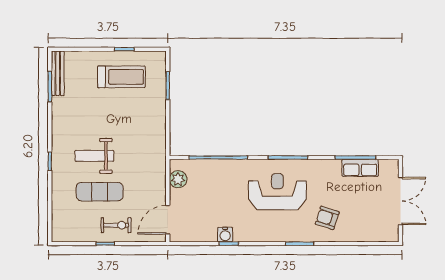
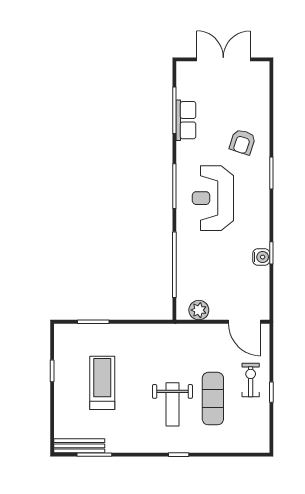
treadmill: (121, 77) -> (102, 383), moved
row of seats: (360, 168) -> (186, 120), moved

